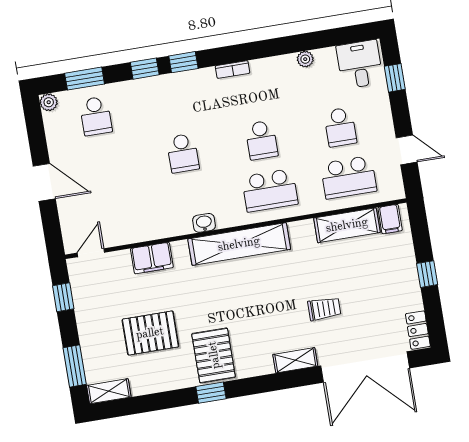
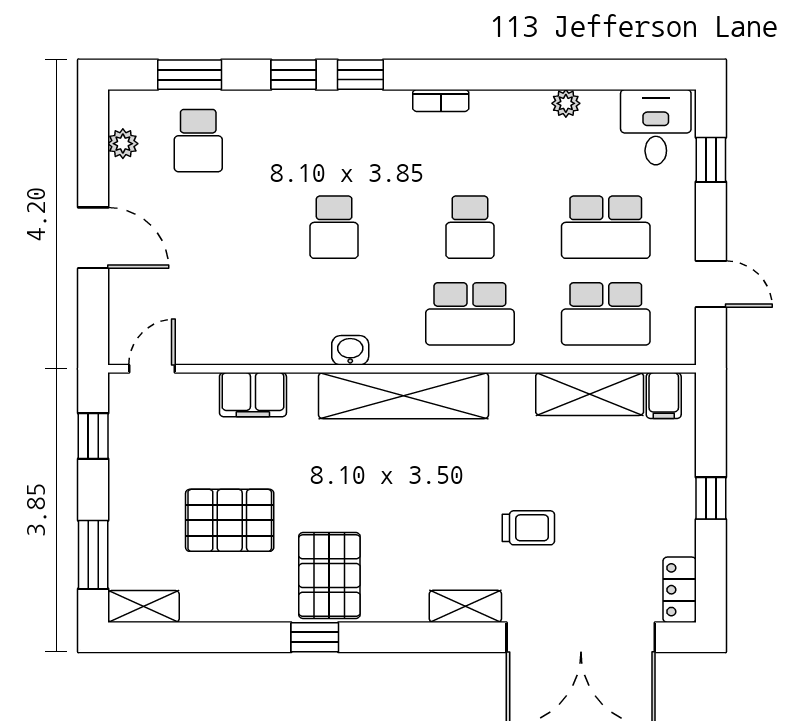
plant: (49, 102) -> (123, 144), moved
school desk: (340, 127) -> (606, 227), width x1.85

